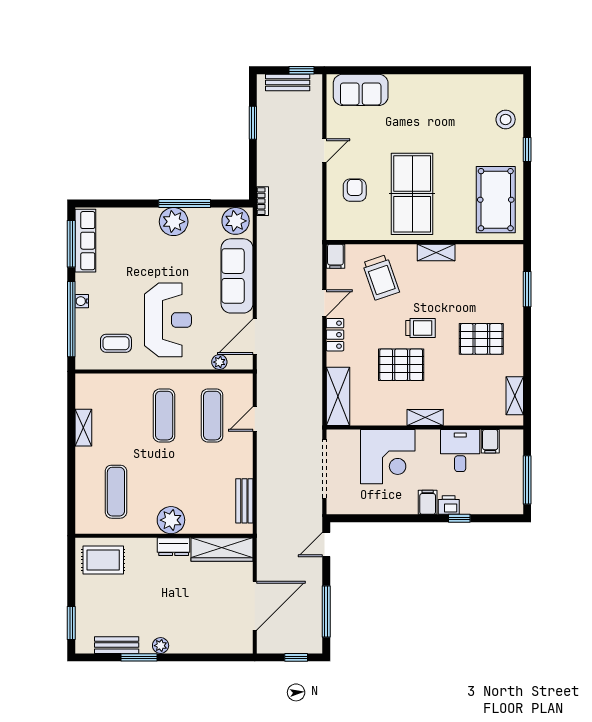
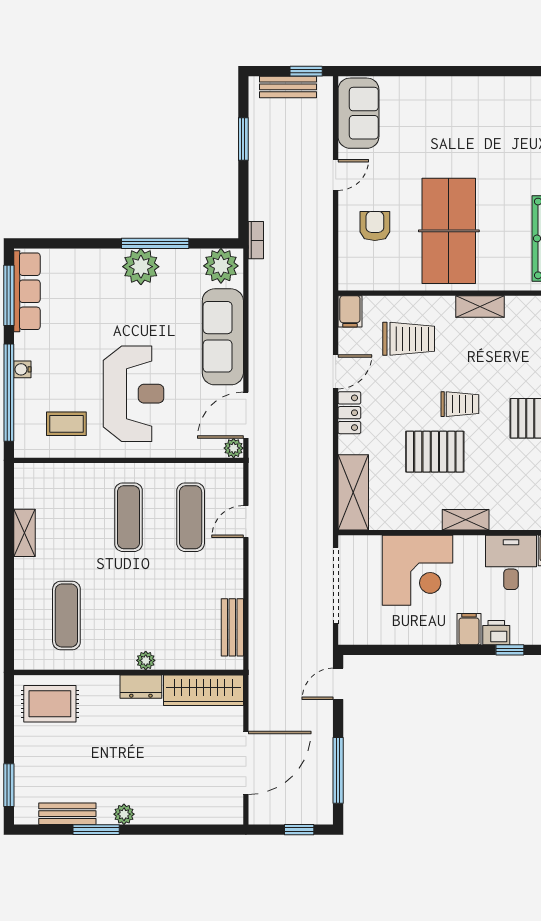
sofa: (361, 90) -> (358, 113), moved, turned -90
trolley: (381, 277) -> (409, 339), turned -71
plant: (219, 362) -> (234, 448), moved
plant: (171, 520) -> (146, 660), width x0.53, depth x0.53

